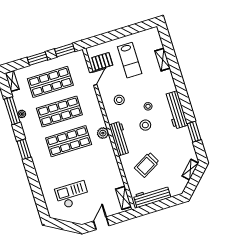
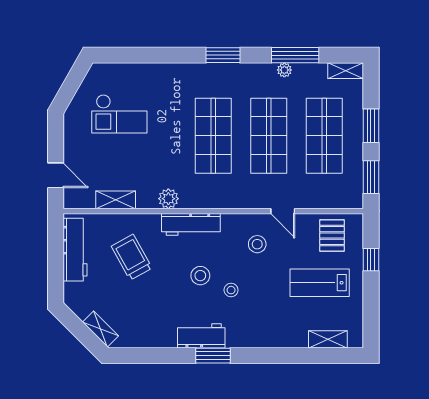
window: (109, 37) -> (371, 260), added
shelving: (162, 60) -> (328, 339), moved
door: (93, 78) -> (283, 211), moved
workbench: (176, 110) -> (201, 336), width x0.73
window: (194, 132) -> (213, 356), moved
plant: (103, 133) -> (168, 199), moved
checkout: (72, 195) -> (119, 114), turned 90
shelving: (123, 198) -> (116, 200), moved
door: (101, 223) -> (56, 175), moved

